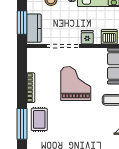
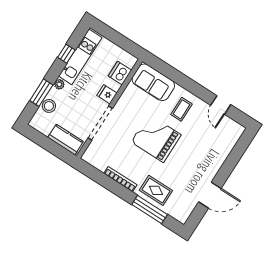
window: (22, 22) -> (53, 147), removed
grand piano: (76, 84) -> (156, 138), moved

